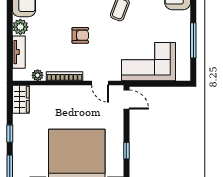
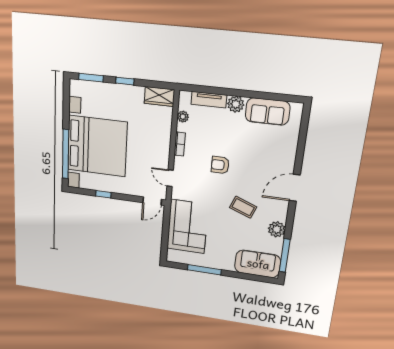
armchair: (80, 35) -> (220, 165), turned 90
bookcase: (64, 76) -> (180, 144), width x0.64
door: (100, 83) -> (170, 178), hinge flipped

